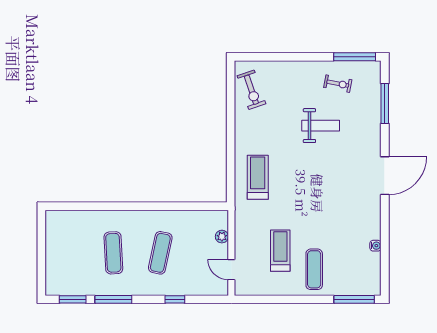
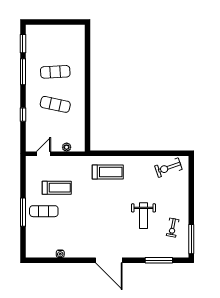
window: (354, 299) -> (23, 212), moved

